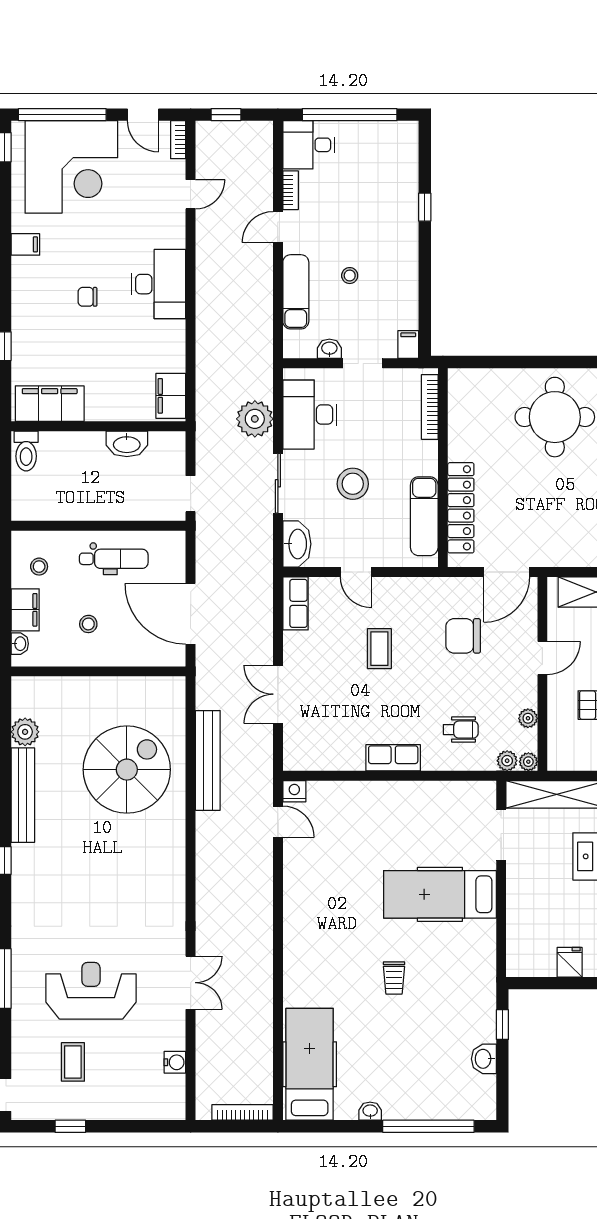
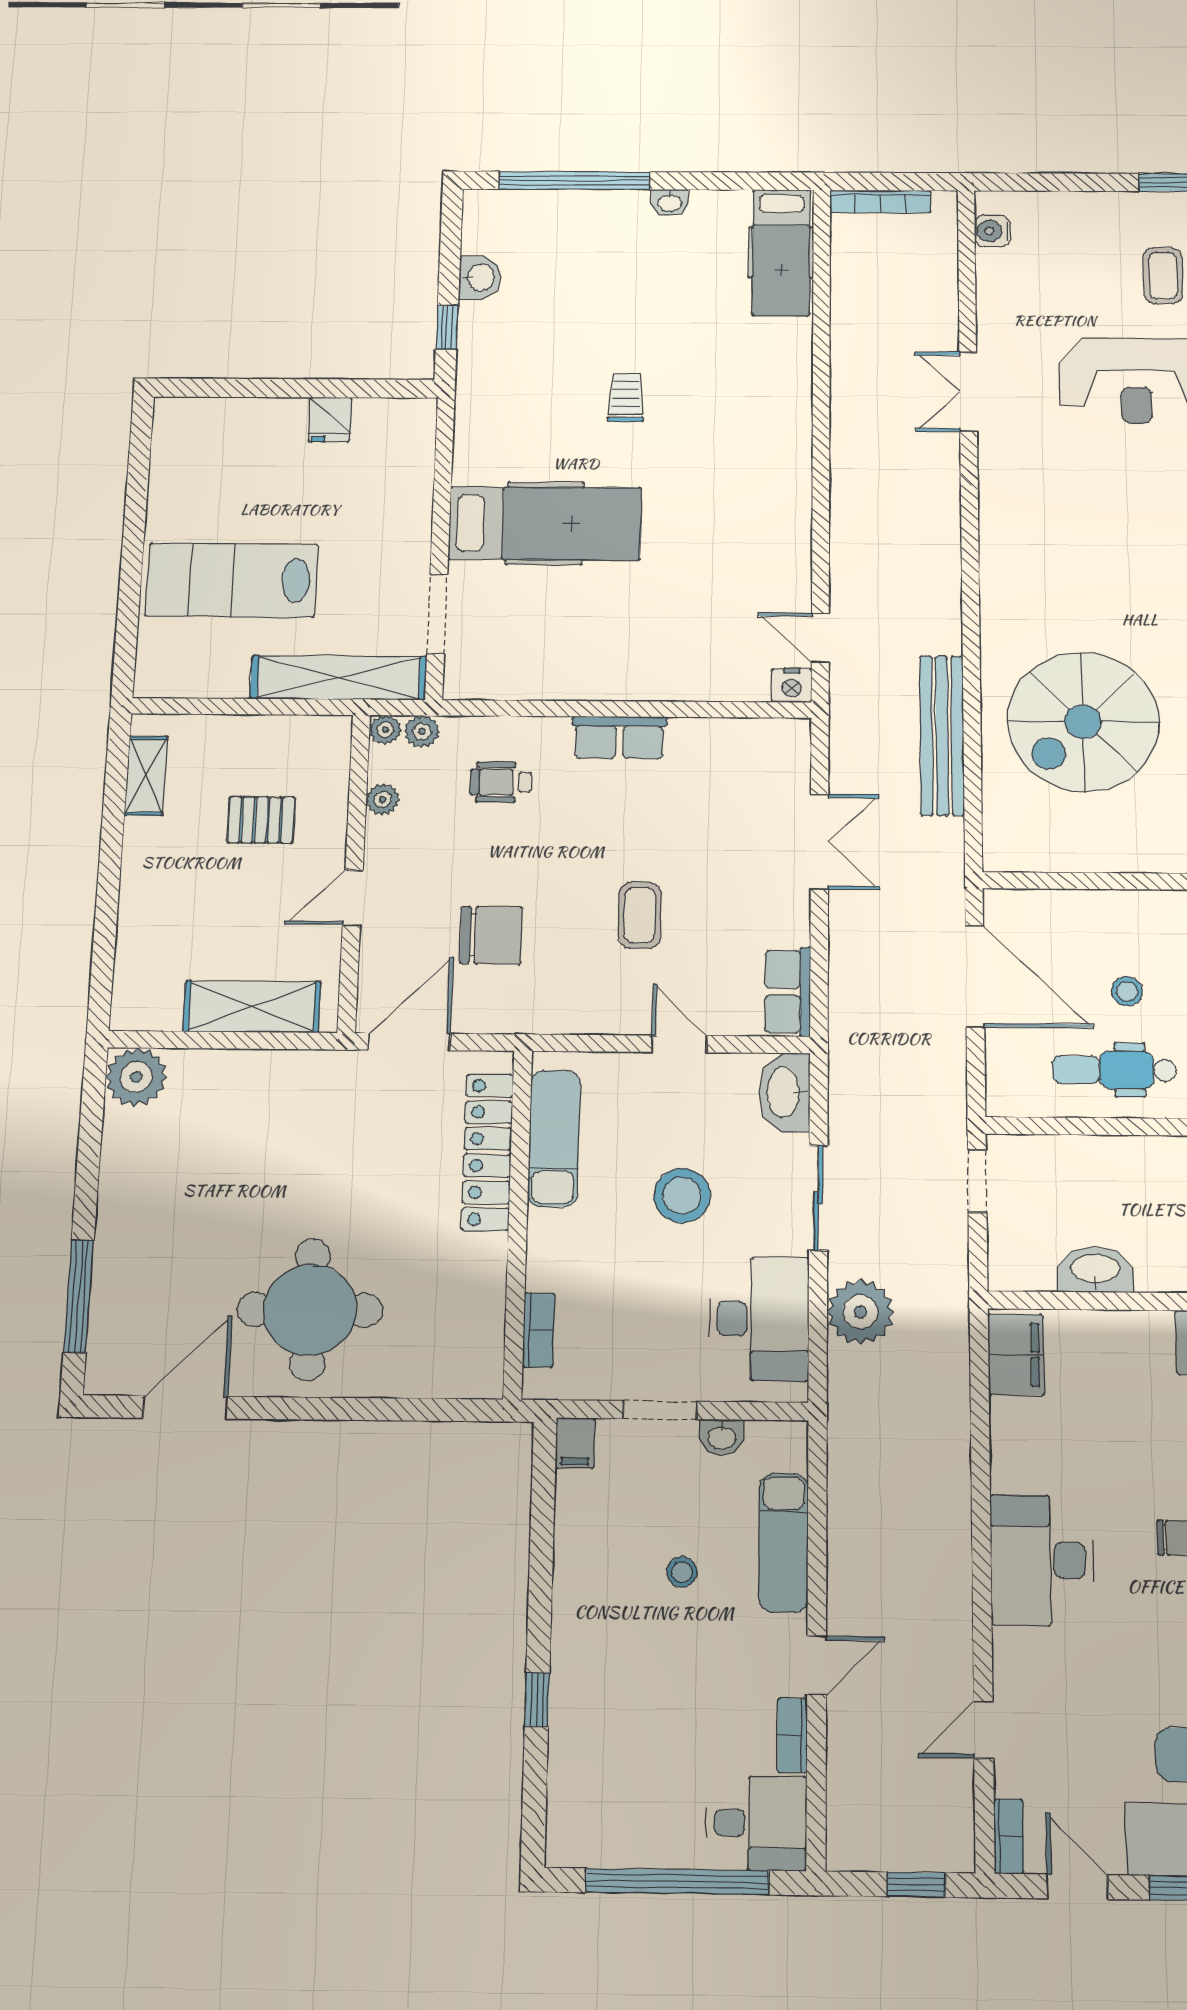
bookcase: (430, 407) -> (538, 1330), width x0.64
stool: (88, 624) -> (1127, 991), moved
water cooler: (175, 1062) -> (992, 231), moved
hospital bed: (310, 1064) -> (781, 252), width x0.73, depth x0.78

